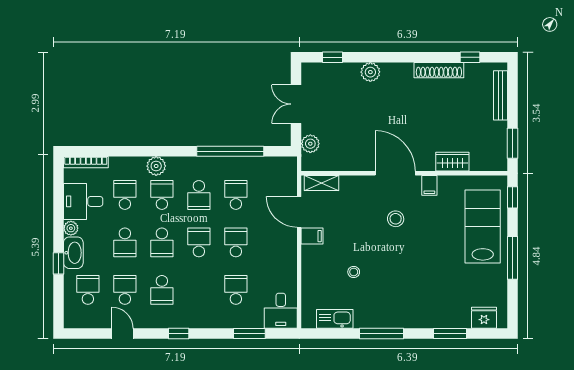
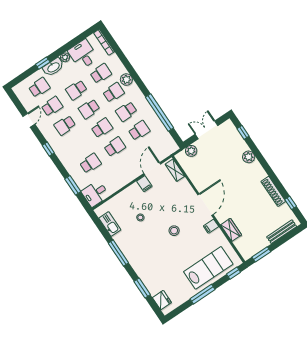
stool: (396, 219) -> (174, 231), moved

